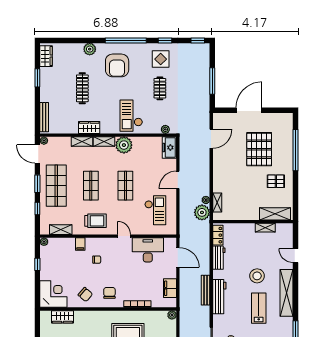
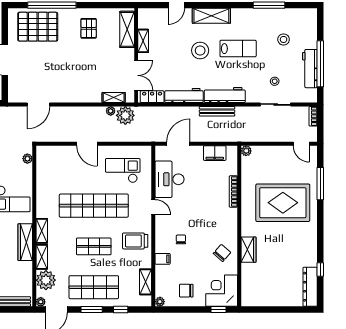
wardrobe: (89, 128) -> (25, 242), width x1.50
door: (211, 139) -> (38, 104), swing flipped
plant: (124, 145) -> (46, 280), moved
freezer: (169, 148) -> (49, 154), removed
pallet: (259, 149) -> (38, 27), moved
shop shelf: (125, 186) -> (94, 206), width x2.00, depth x1.36
trolley: (95, 221) -> (135, 241), turned -90
double door: (236, 222) -> (136, 75), added
door: (124, 236) -> (153, 207), swing flipped
workbench: (219, 258) -> (184, 95), width x1.38
window: (37, 264) -> (219, 309), moved
chair: (109, 293) -> (186, 291), moved
shelving: (287, 293) -> (211, 16), width x0.68
lab bench: (259, 308) -> (238, 49), turned 180
wardrobe: (62, 317) -> (249, 250), moved

